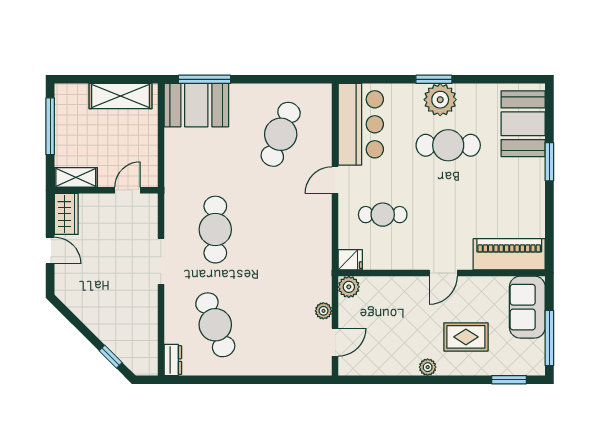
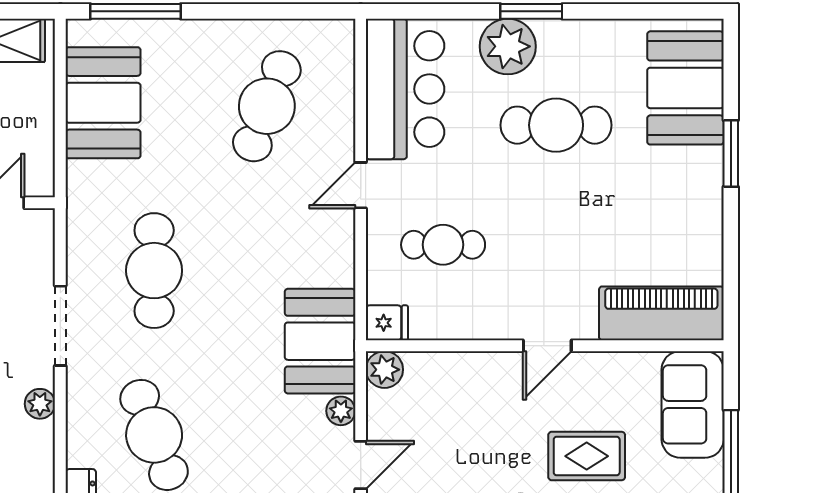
plant: (440, 100) -> (508, 46), moved
booth: (196, 105) -> (103, 103), moved, turned 90
booth: (311, 270) -> (320, 341), added
plant: (149, 307) -> (40, 404), added

